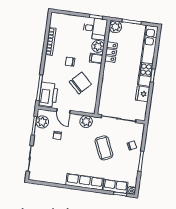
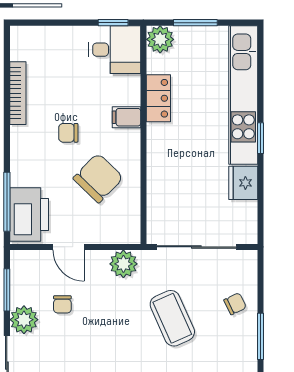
plant: (98, 46) -> (127, 89), removed
plant: (42, 122) -> (24, 320), moved

